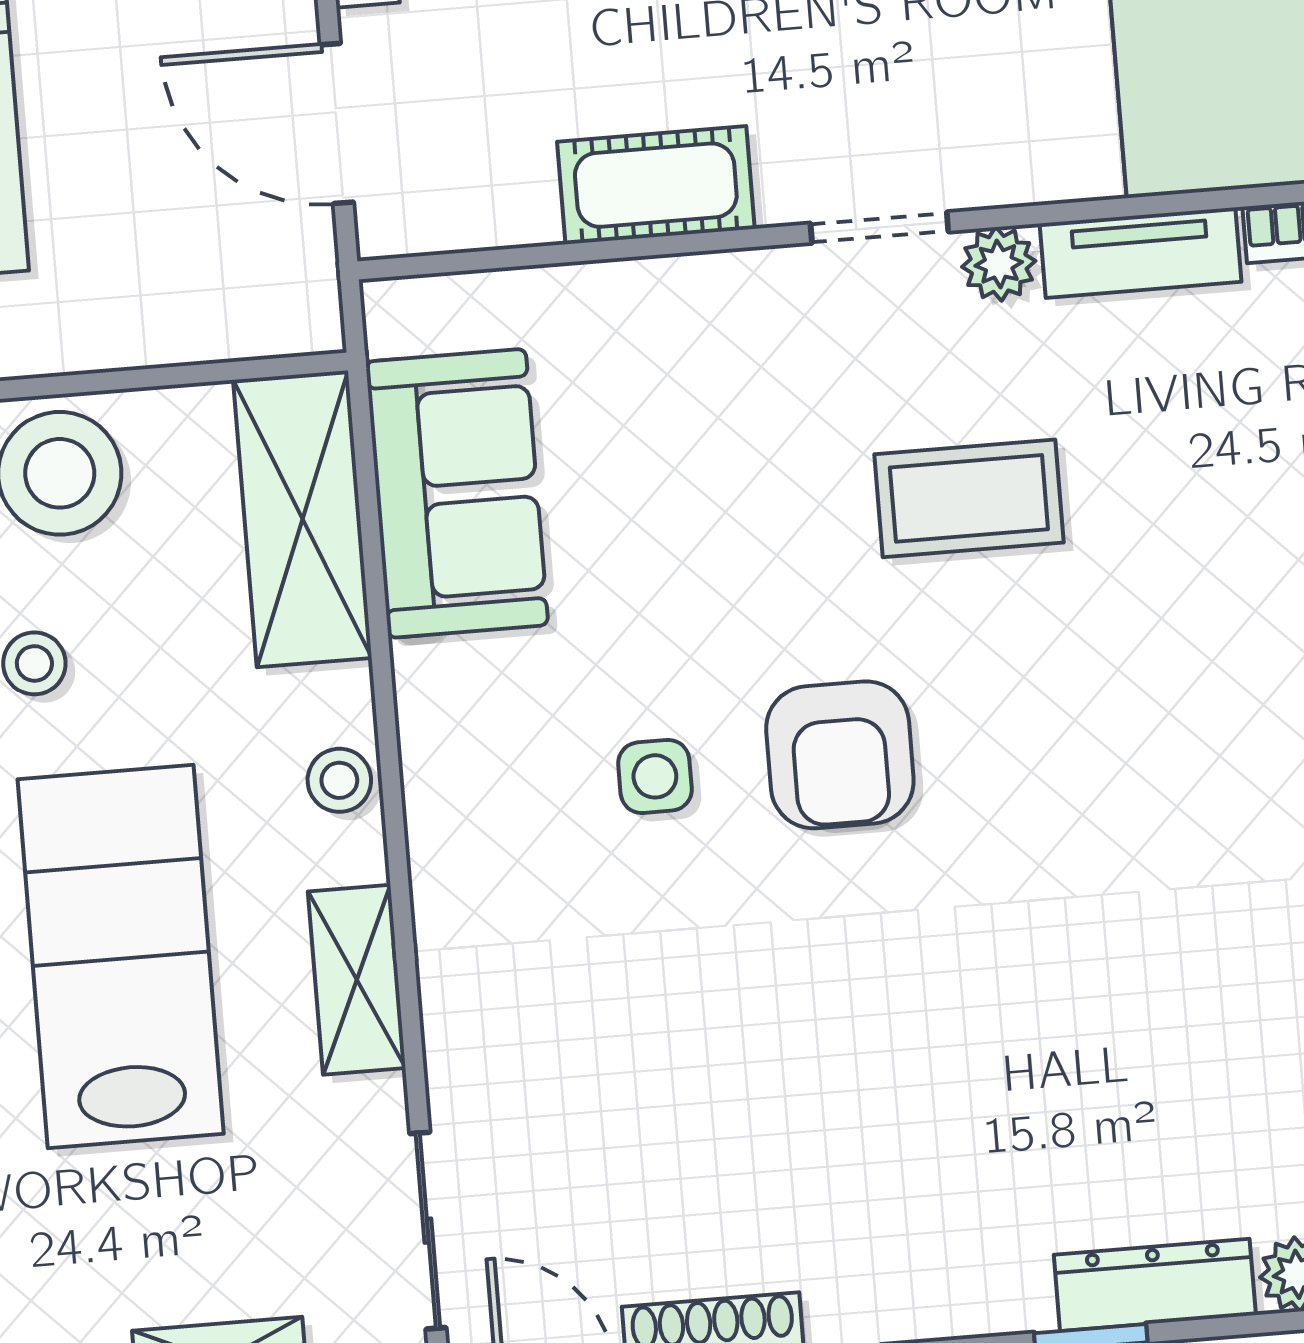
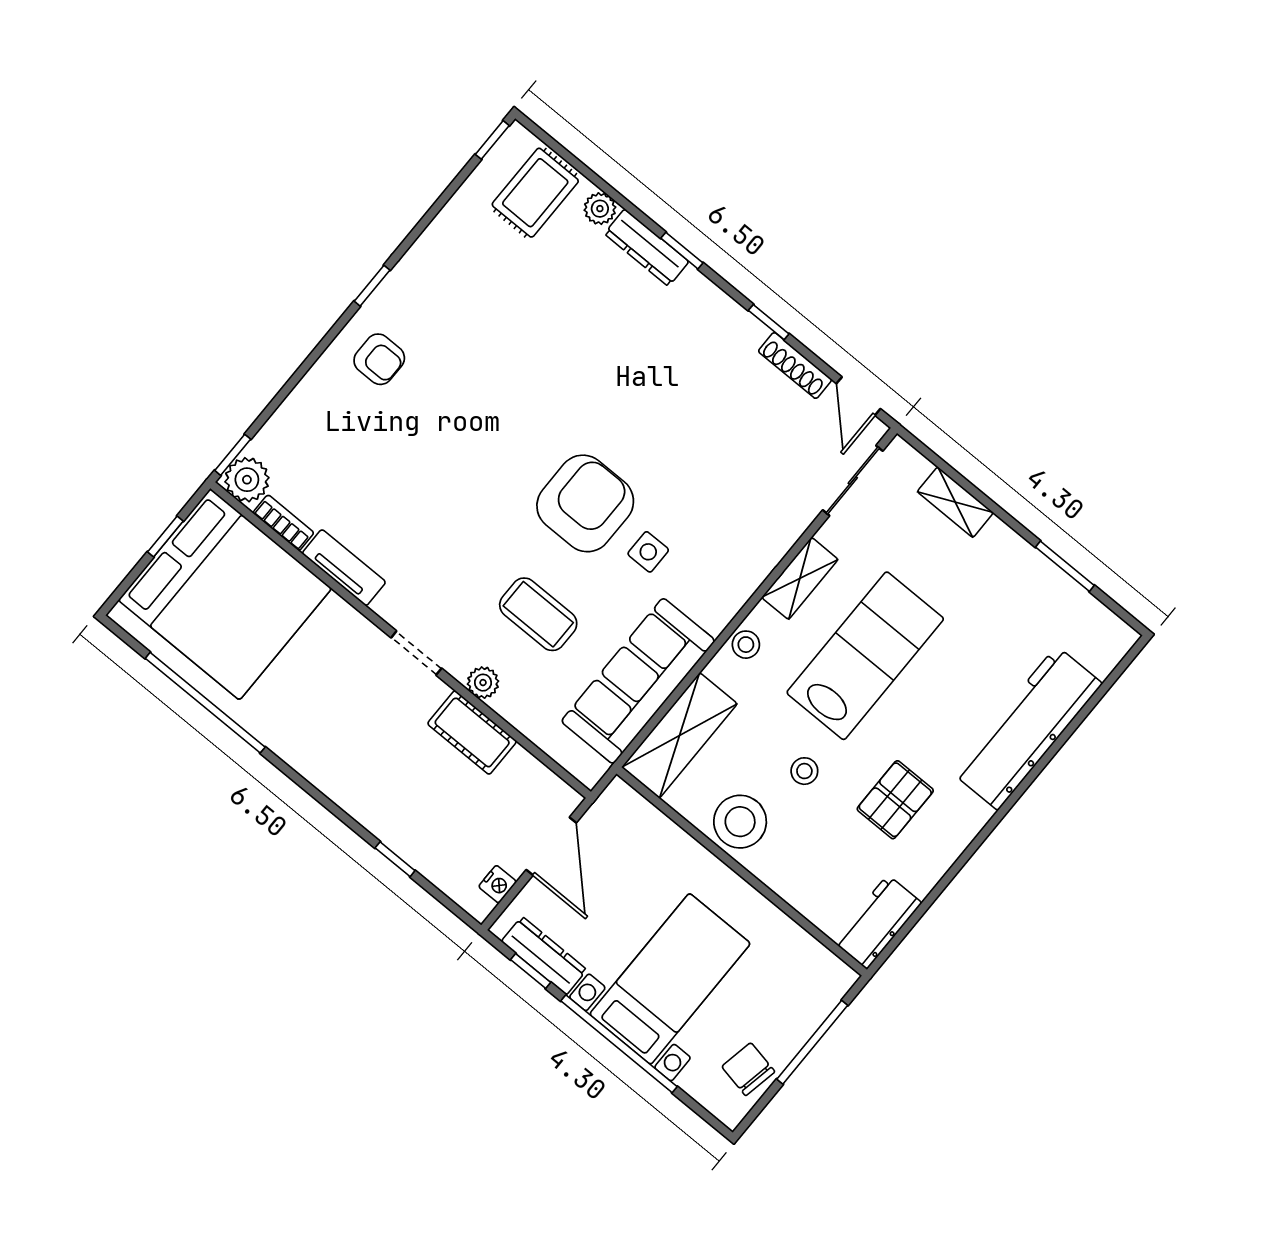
plant: (999, 264) -> (483, 683), moved
sofa: (457, 493) -> (638, 681), width x1.36
coffee table: (969, 498) -> (538, 614), moved
armchair: (840, 755) -> (585, 503), width x1.36, depth x1.36
lab bench: (121, 956) -> (865, 656), turned 180

